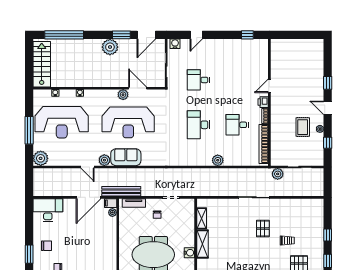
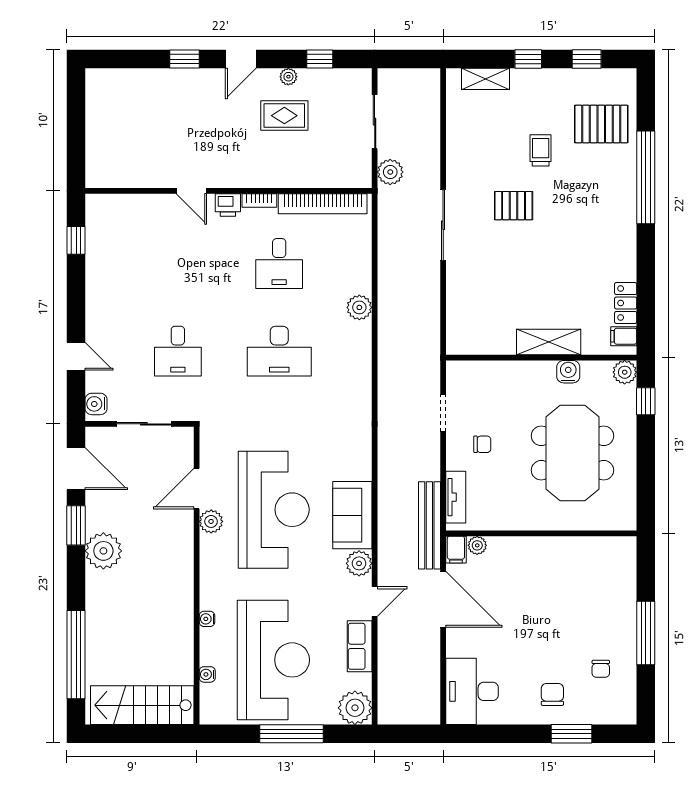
row of seats: (68, 160) -> (360, 646), added
shelving: (202, 218) -> (485, 79), moved

